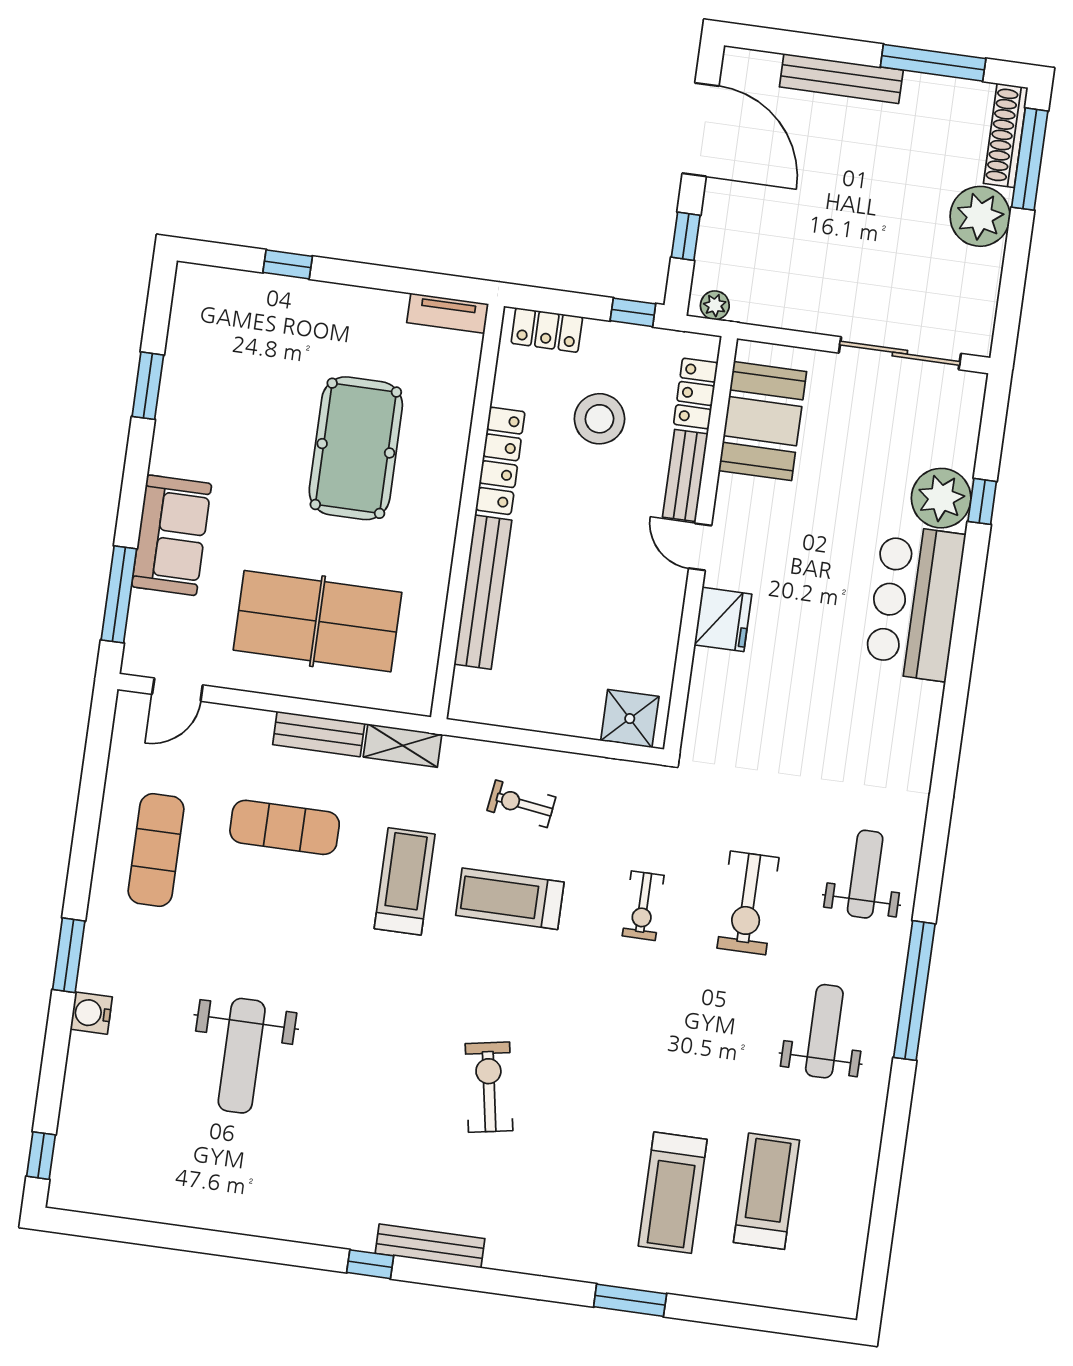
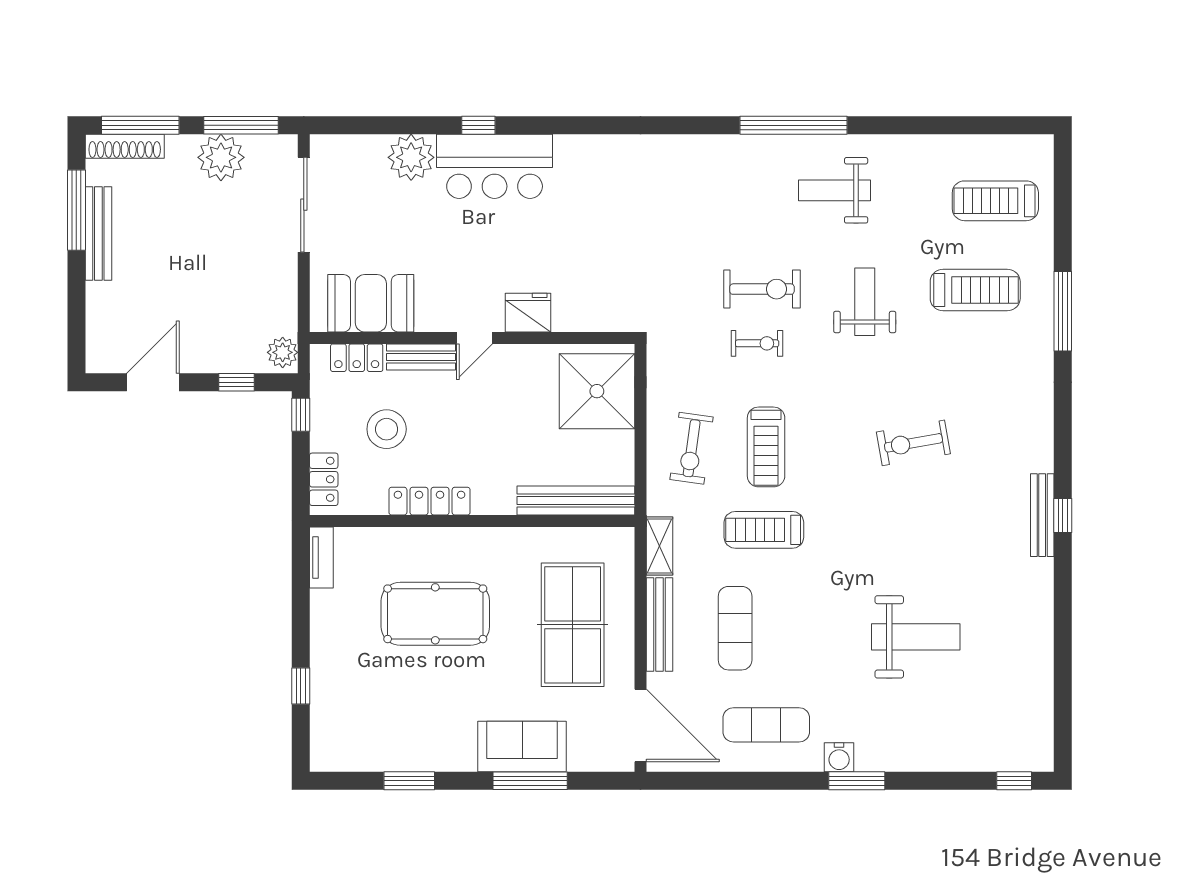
bench: (841, 79) -> (98, 234), moved
door: (701, 130) -> (153, 382), width x0.73
plant: (980, 216) -> (221, 157), moved
window: (1012, 287) -> (241, 125), added
plant: (715, 305) -> (283, 352), width x1.38, depth x1.38
window: (982, 501) -> (478, 125), moved
bench: (483, 592) -> (576, 500), moved
window: (119, 594) -> (530, 781), moved
door: (177, 690) -> (640, 725), width x1.88
shower: (630, 719) -> (597, 391), width x1.86, depth x1.86
bench: (319, 734) -> (659, 624), width x1.36
exercise bike: (521, 804) -> (692, 448), width x1.38, depth x1.39
weight bench: (865, 874) -> (865, 302), moved, turned 90
exercise bike: (748, 903) -> (762, 289), moved
water cooler: (91, 1013) -> (839, 757), moved
treadmill: (767, 1191) -> (995, 201), moved
bench: (430, 1246) -> (1042, 515), moved
window: (630, 1300) -> (1063, 311), width x1.44

